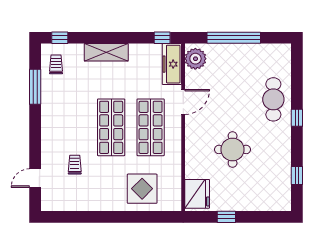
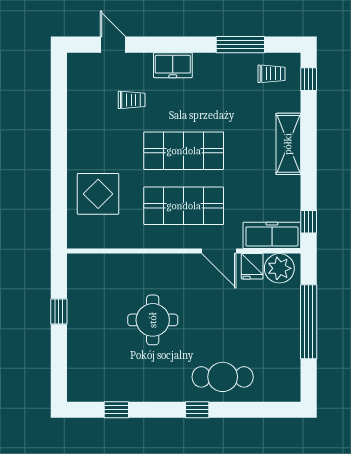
freezer: (50, 135) -> (173, 65), added
fridge: (197, 194) -> (252, 266), moved, width x0.53, depth x0.75

